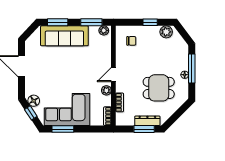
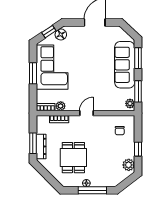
door: (113, 75) -> (86, 113), hinge flipped
plant: (106, 90) -> (61, 106), moved
window: (63, 129) -> (33, 73), moved

